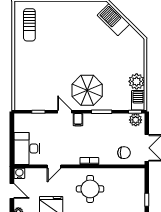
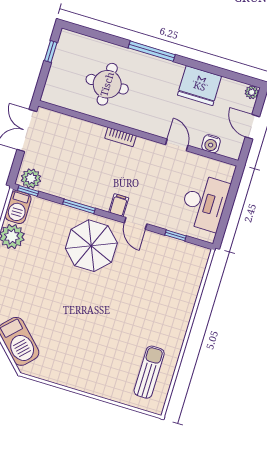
desk: (27, 148) -> (204, 203), moved
chair: (124, 153) -> (64, 134), removed
door: (54, 166) -> (177, 145), hinge flipped
water cooler: (19, 173) -> (211, 144), moved
round table: (90, 189) -> (107, 84), moved

